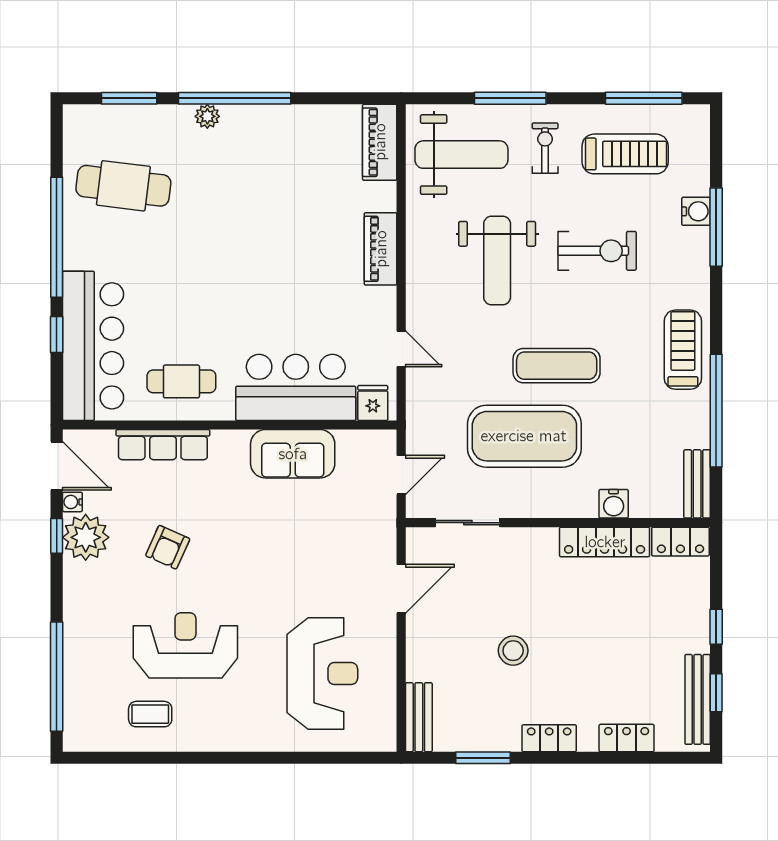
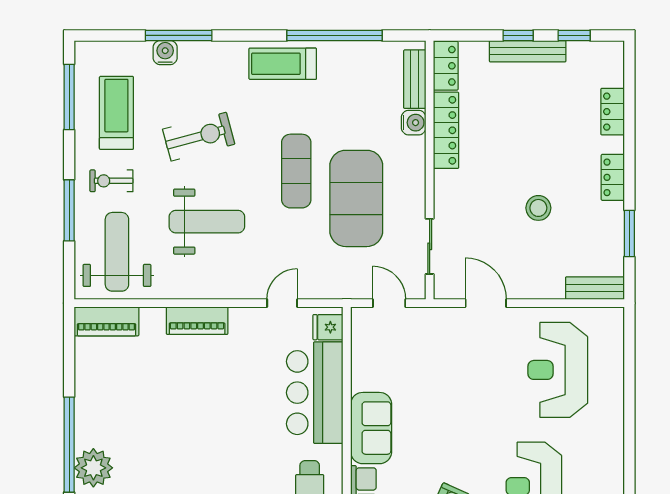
plant: (207, 116) -> (93, 468), width x1.88, depth x1.88
exercise bike: (597, 251) -> (199, 137), turned 75
sofa: (293, 454) -> (371, 428), moved
bench: (697, 484) -> (415, 79), moved, turned 90
reception desk: (322, 674) -> (558, 370), turned -90
bench: (698, 699) -> (528, 51), moved

